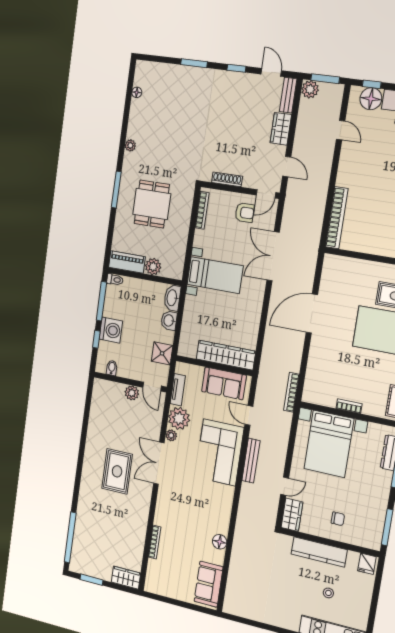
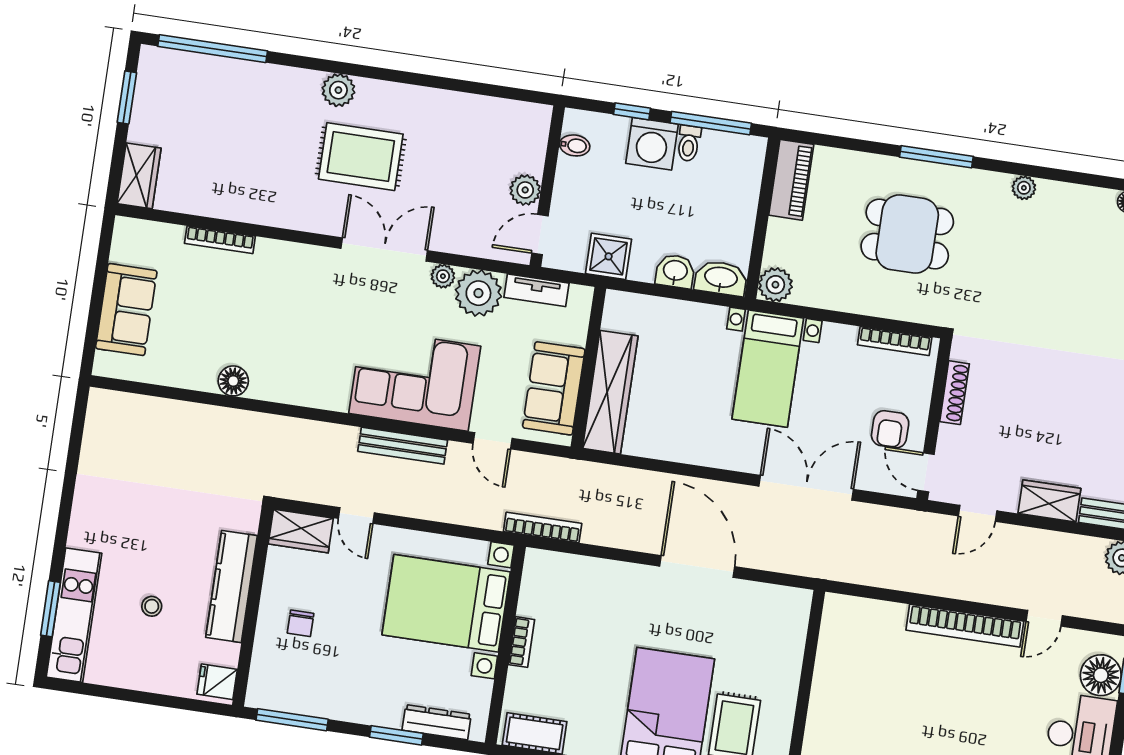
bookcase: (337, 218) -> (965, 626), moved
plant: (153, 267) -> (775, 285), moved
toilet: (115, 280) -> (689, 143), moved
door: (249, 415) -> (493, 441), swing flipped
plant: (88, 480) -> (338, 90), added
sofa: (209, 584) -> (126, 310), moved, turned 90

